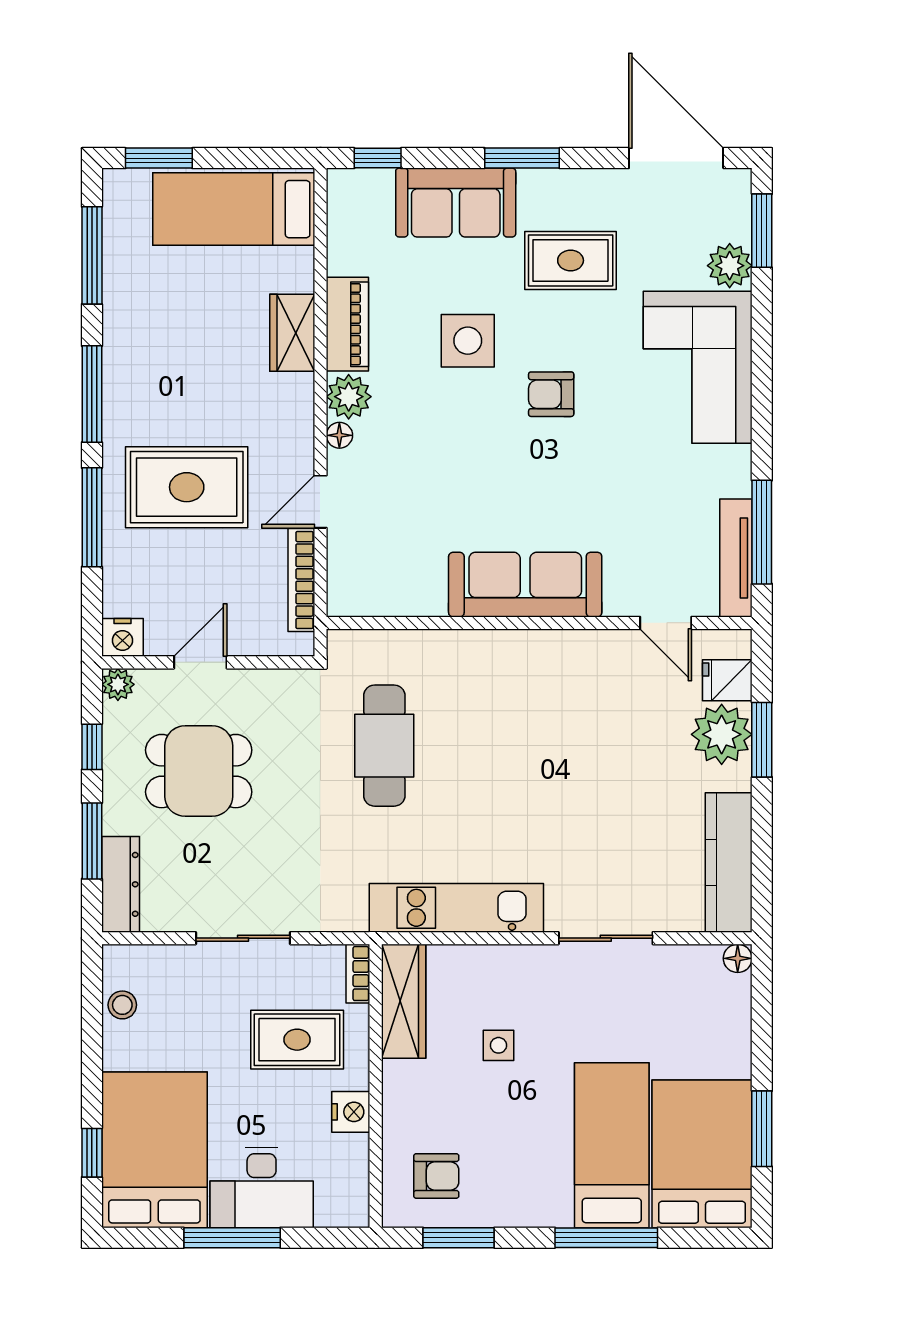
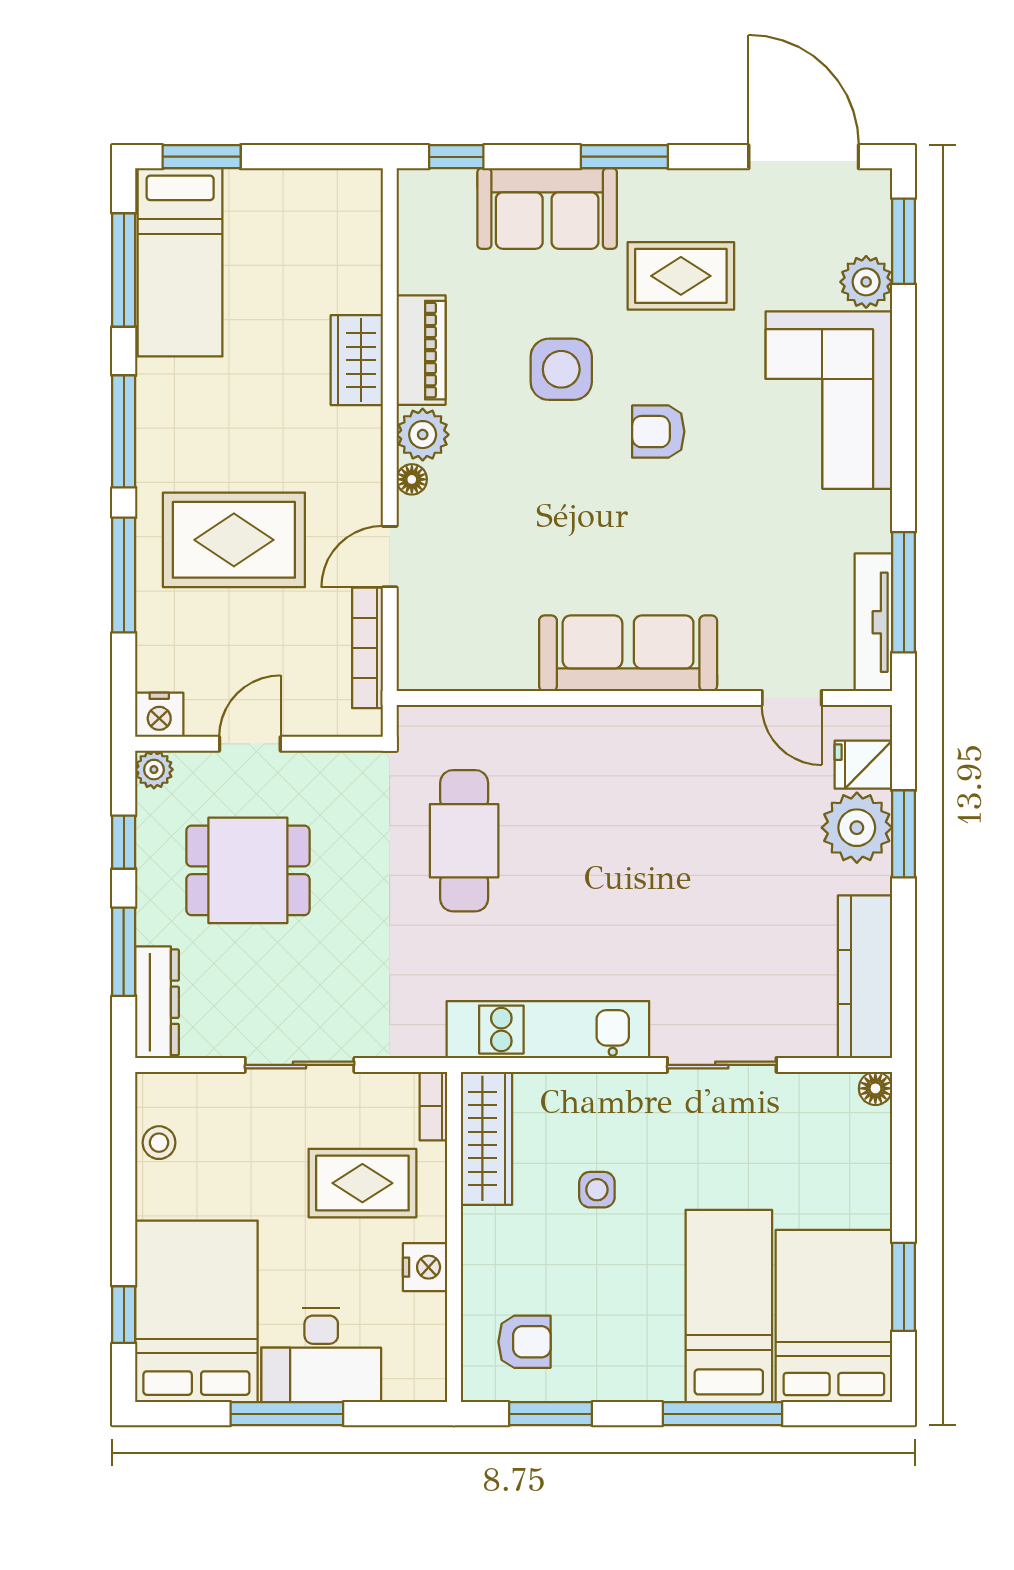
bed: (234, 209) -> (180, 262), moved, turned -90

